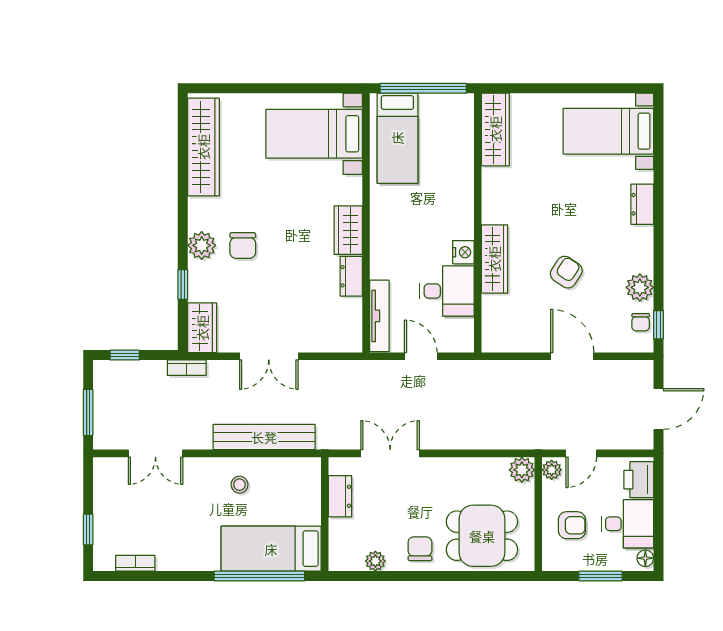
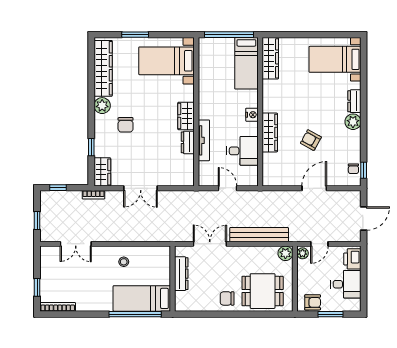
window: (259, 88) -> (135, 35), added
bed: (397, 138) -> (246, 63), moved
plant: (202, 245) -> (102, 106), moved
nightstand: (463, 252) -> (252, 115), moved
armchair: (566, 272) -> (311, 140), turned -94
plant: (640, 287) -> (353, 122), moved
tv unit: (379, 316) -> (204, 140), moved
door: (572, 356) -> (314, 188), hinge flipped
window: (88, 412) -> (37, 220), width x0.67
bench: (264, 437) -> (259, 235), moved
dresser: (340, 496) -> (181, 274), width x1.44
armchair: (572, 525) -> (313, 302), moved
chair: (420, 549) -> (227, 298), turned -90
floor lamp: (645, 558) -> (356, 304), removed
plant: (375, 561) -> (202, 306), removed
bookcase: (135, 563) -> (58, 307), width x1.56

